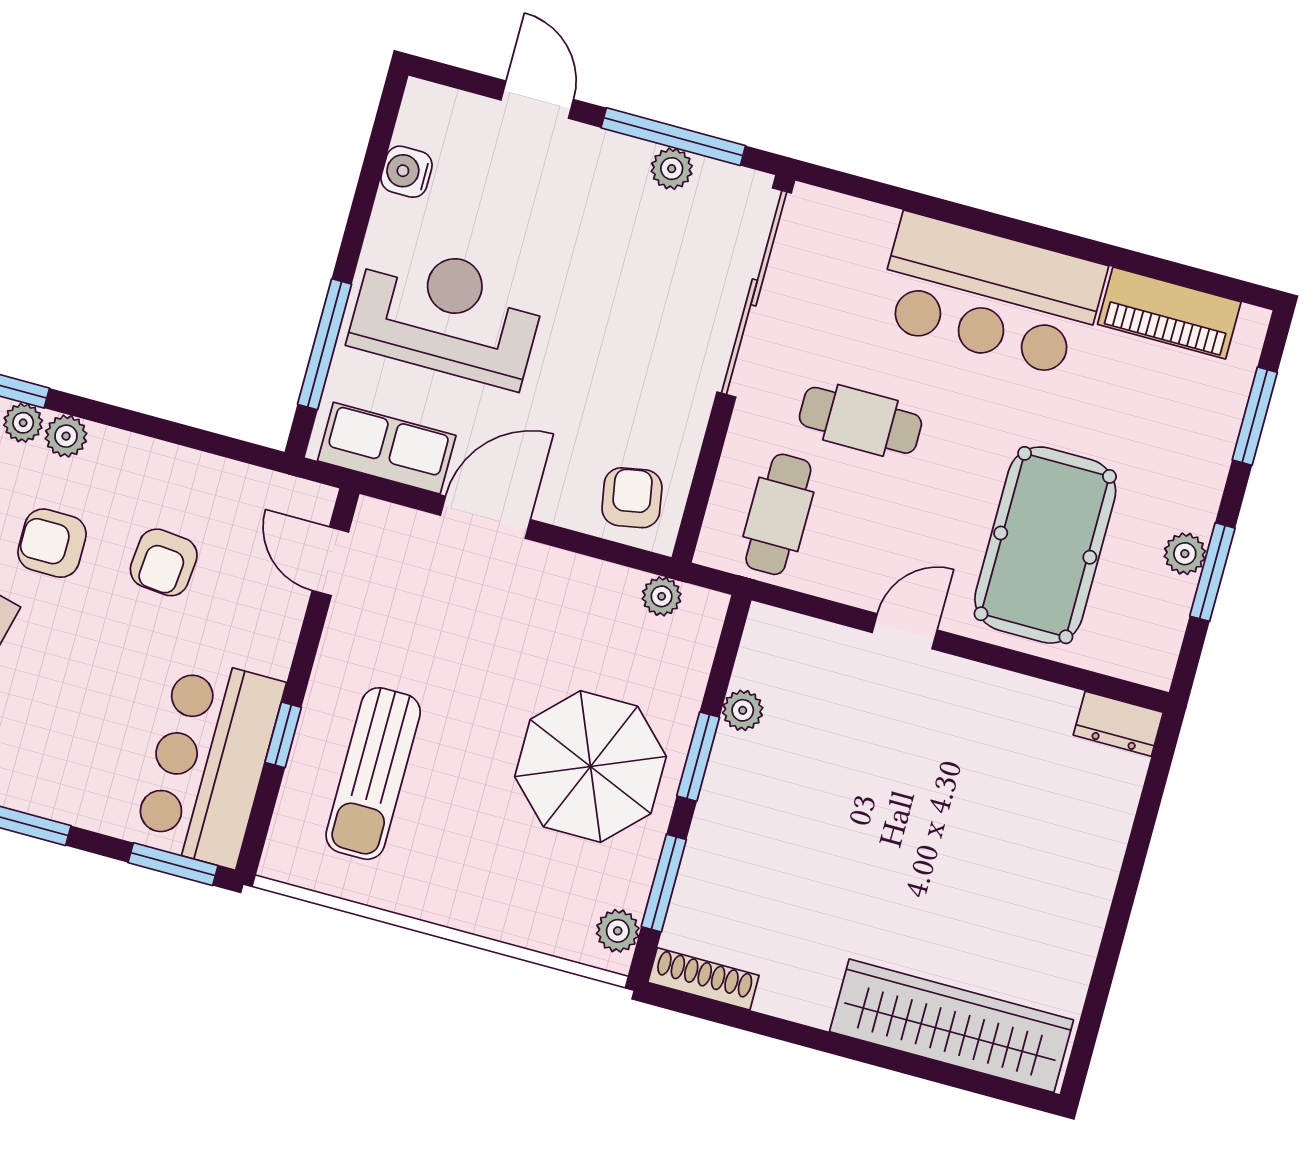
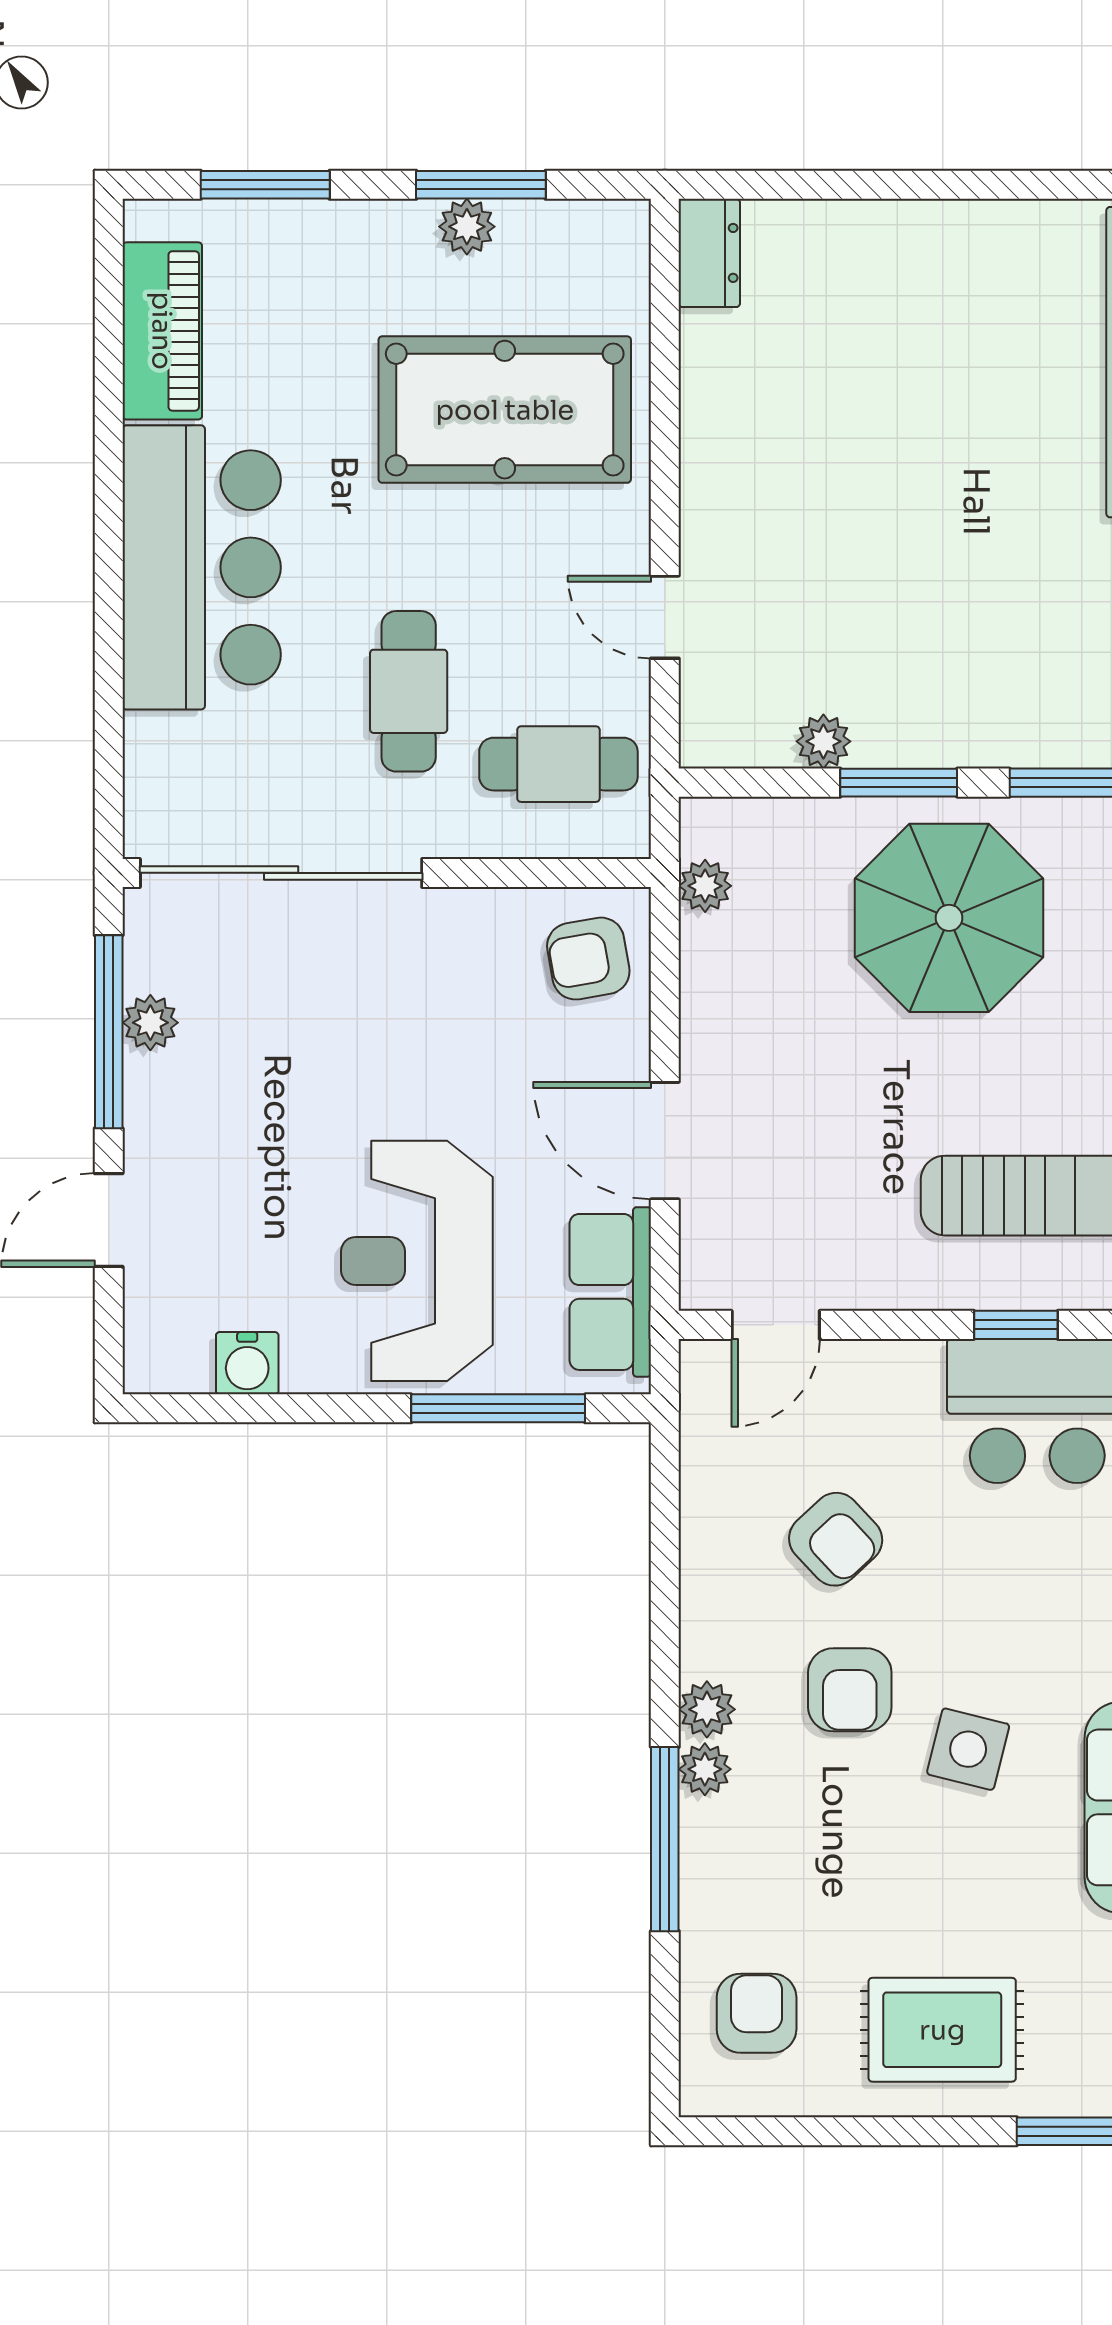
armchair: (164, 562) -> (836, 1539), turned 42
door: (905, 631) -> (665, 617), moved

